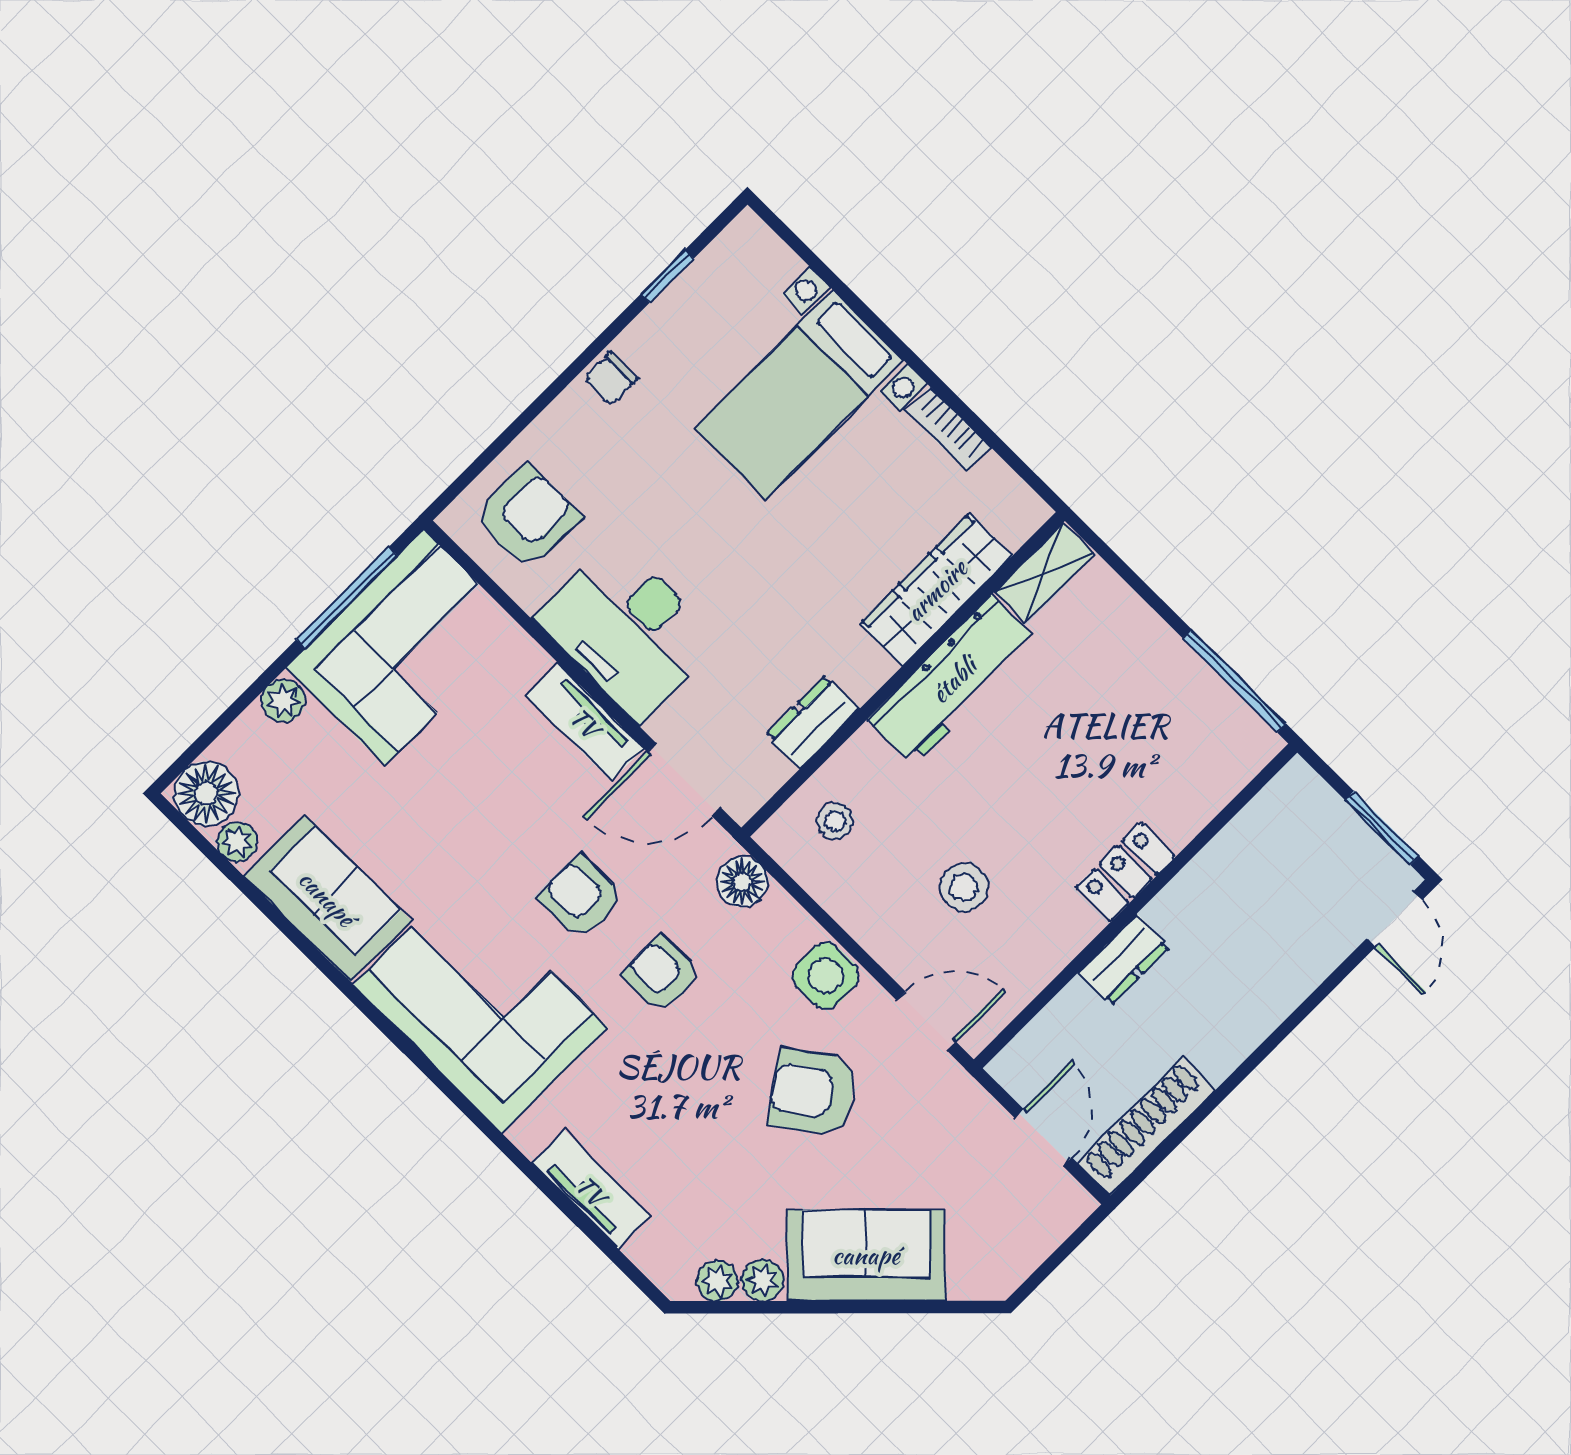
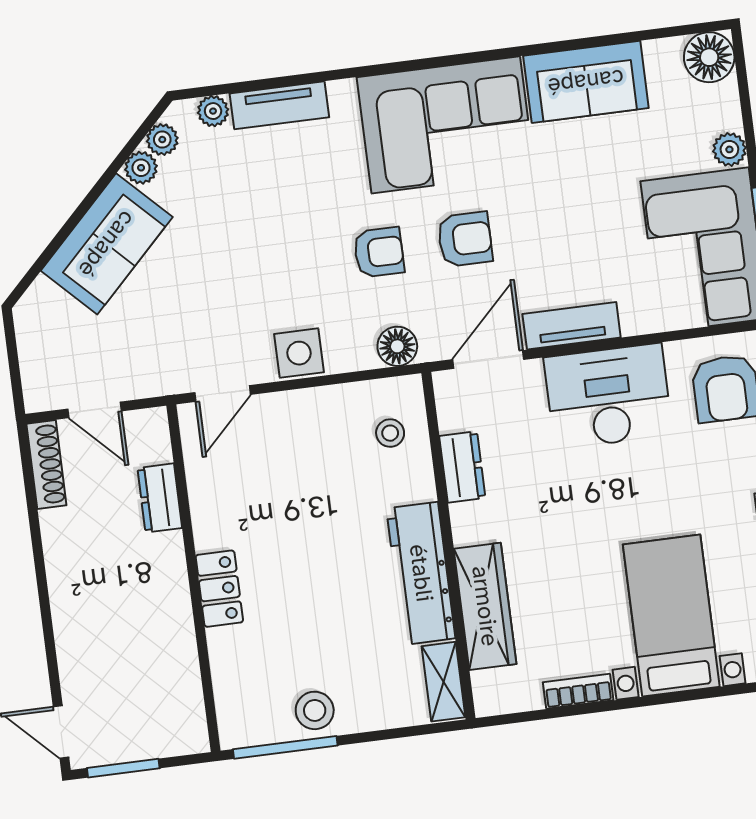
plant: (237, 842) -> (213, 111), moved
stool: (964, 887) -> (315, 710), moved
dresser: (1124, 960) -> (160, 498), moved
armchair: (813, 1092) -> (233, 289), removed
shoe rack: (1147, 1126) -> (46, 464), width x0.74, depth x0.81

